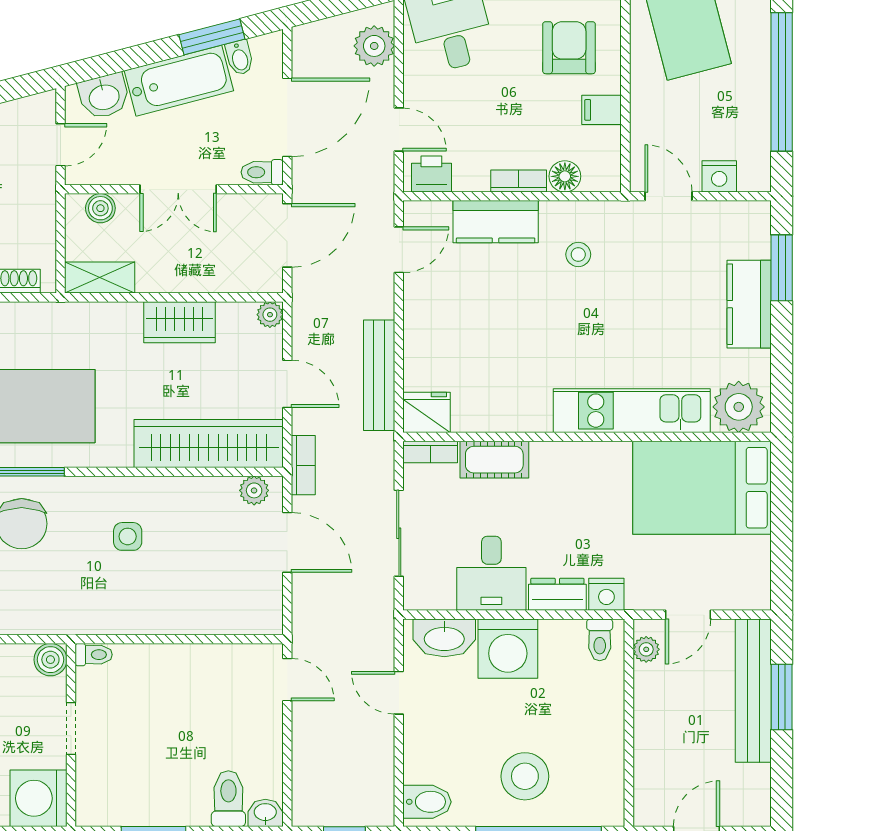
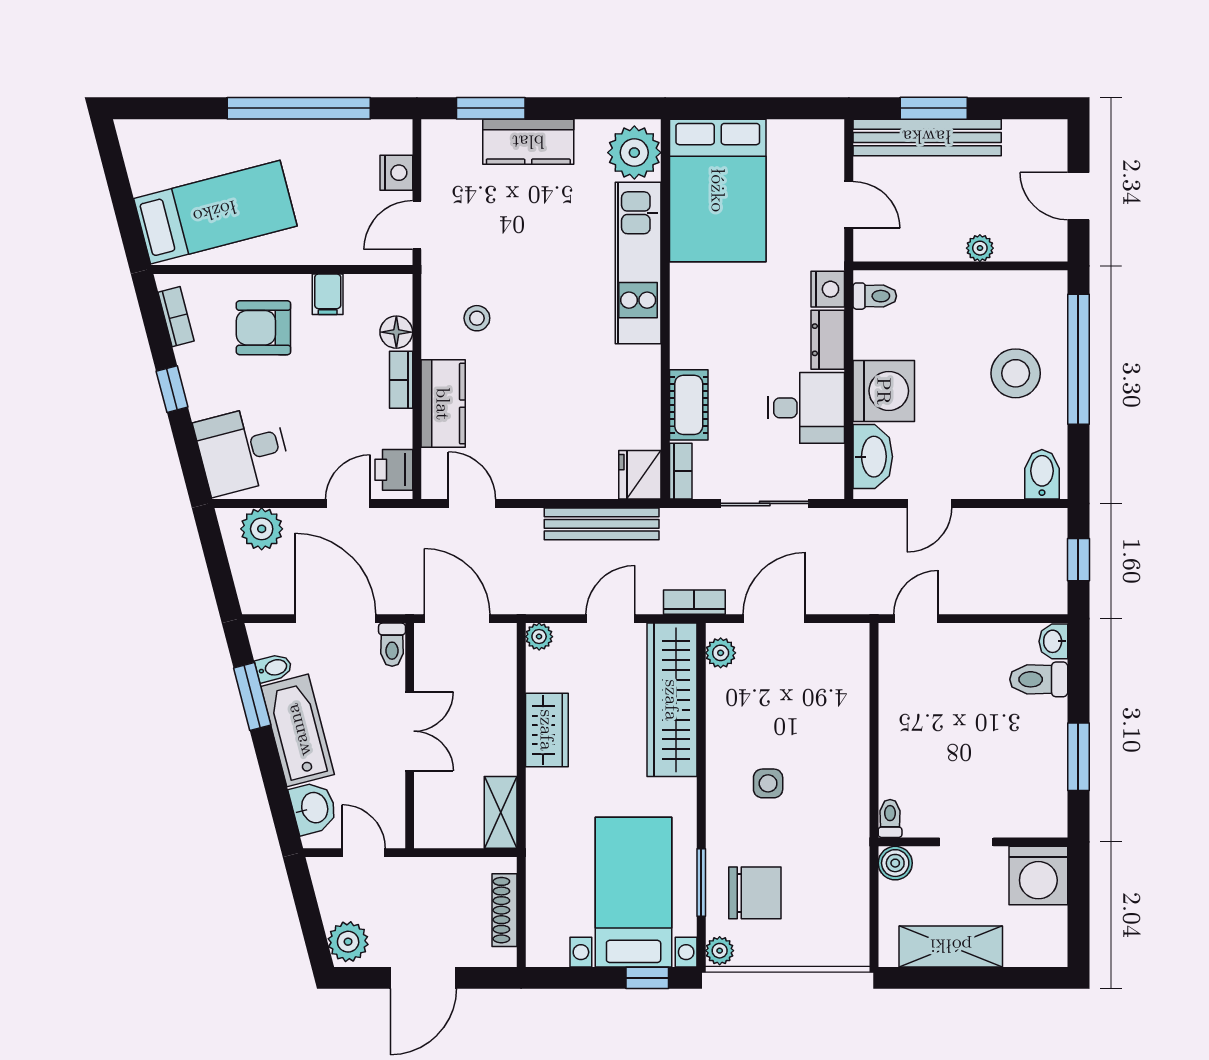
boiler: (100, 208) -> (429, 812), removed
plant: (646, 649) -> (980, 248), moved

